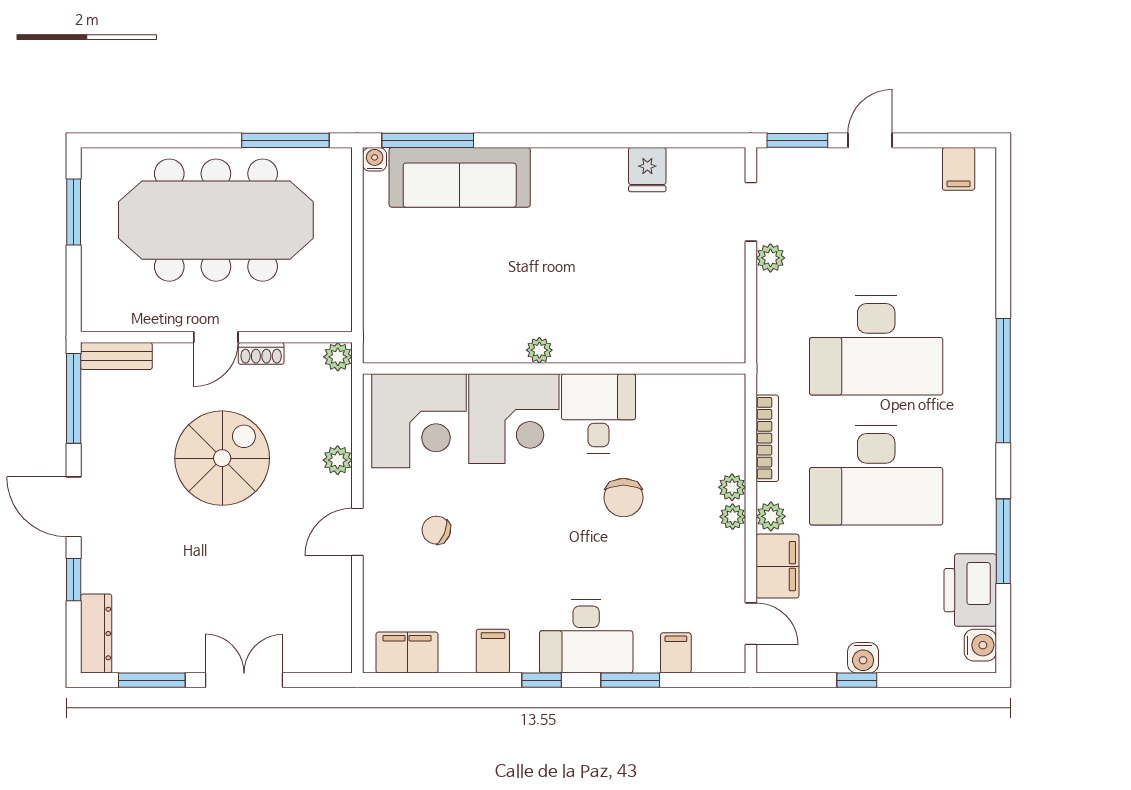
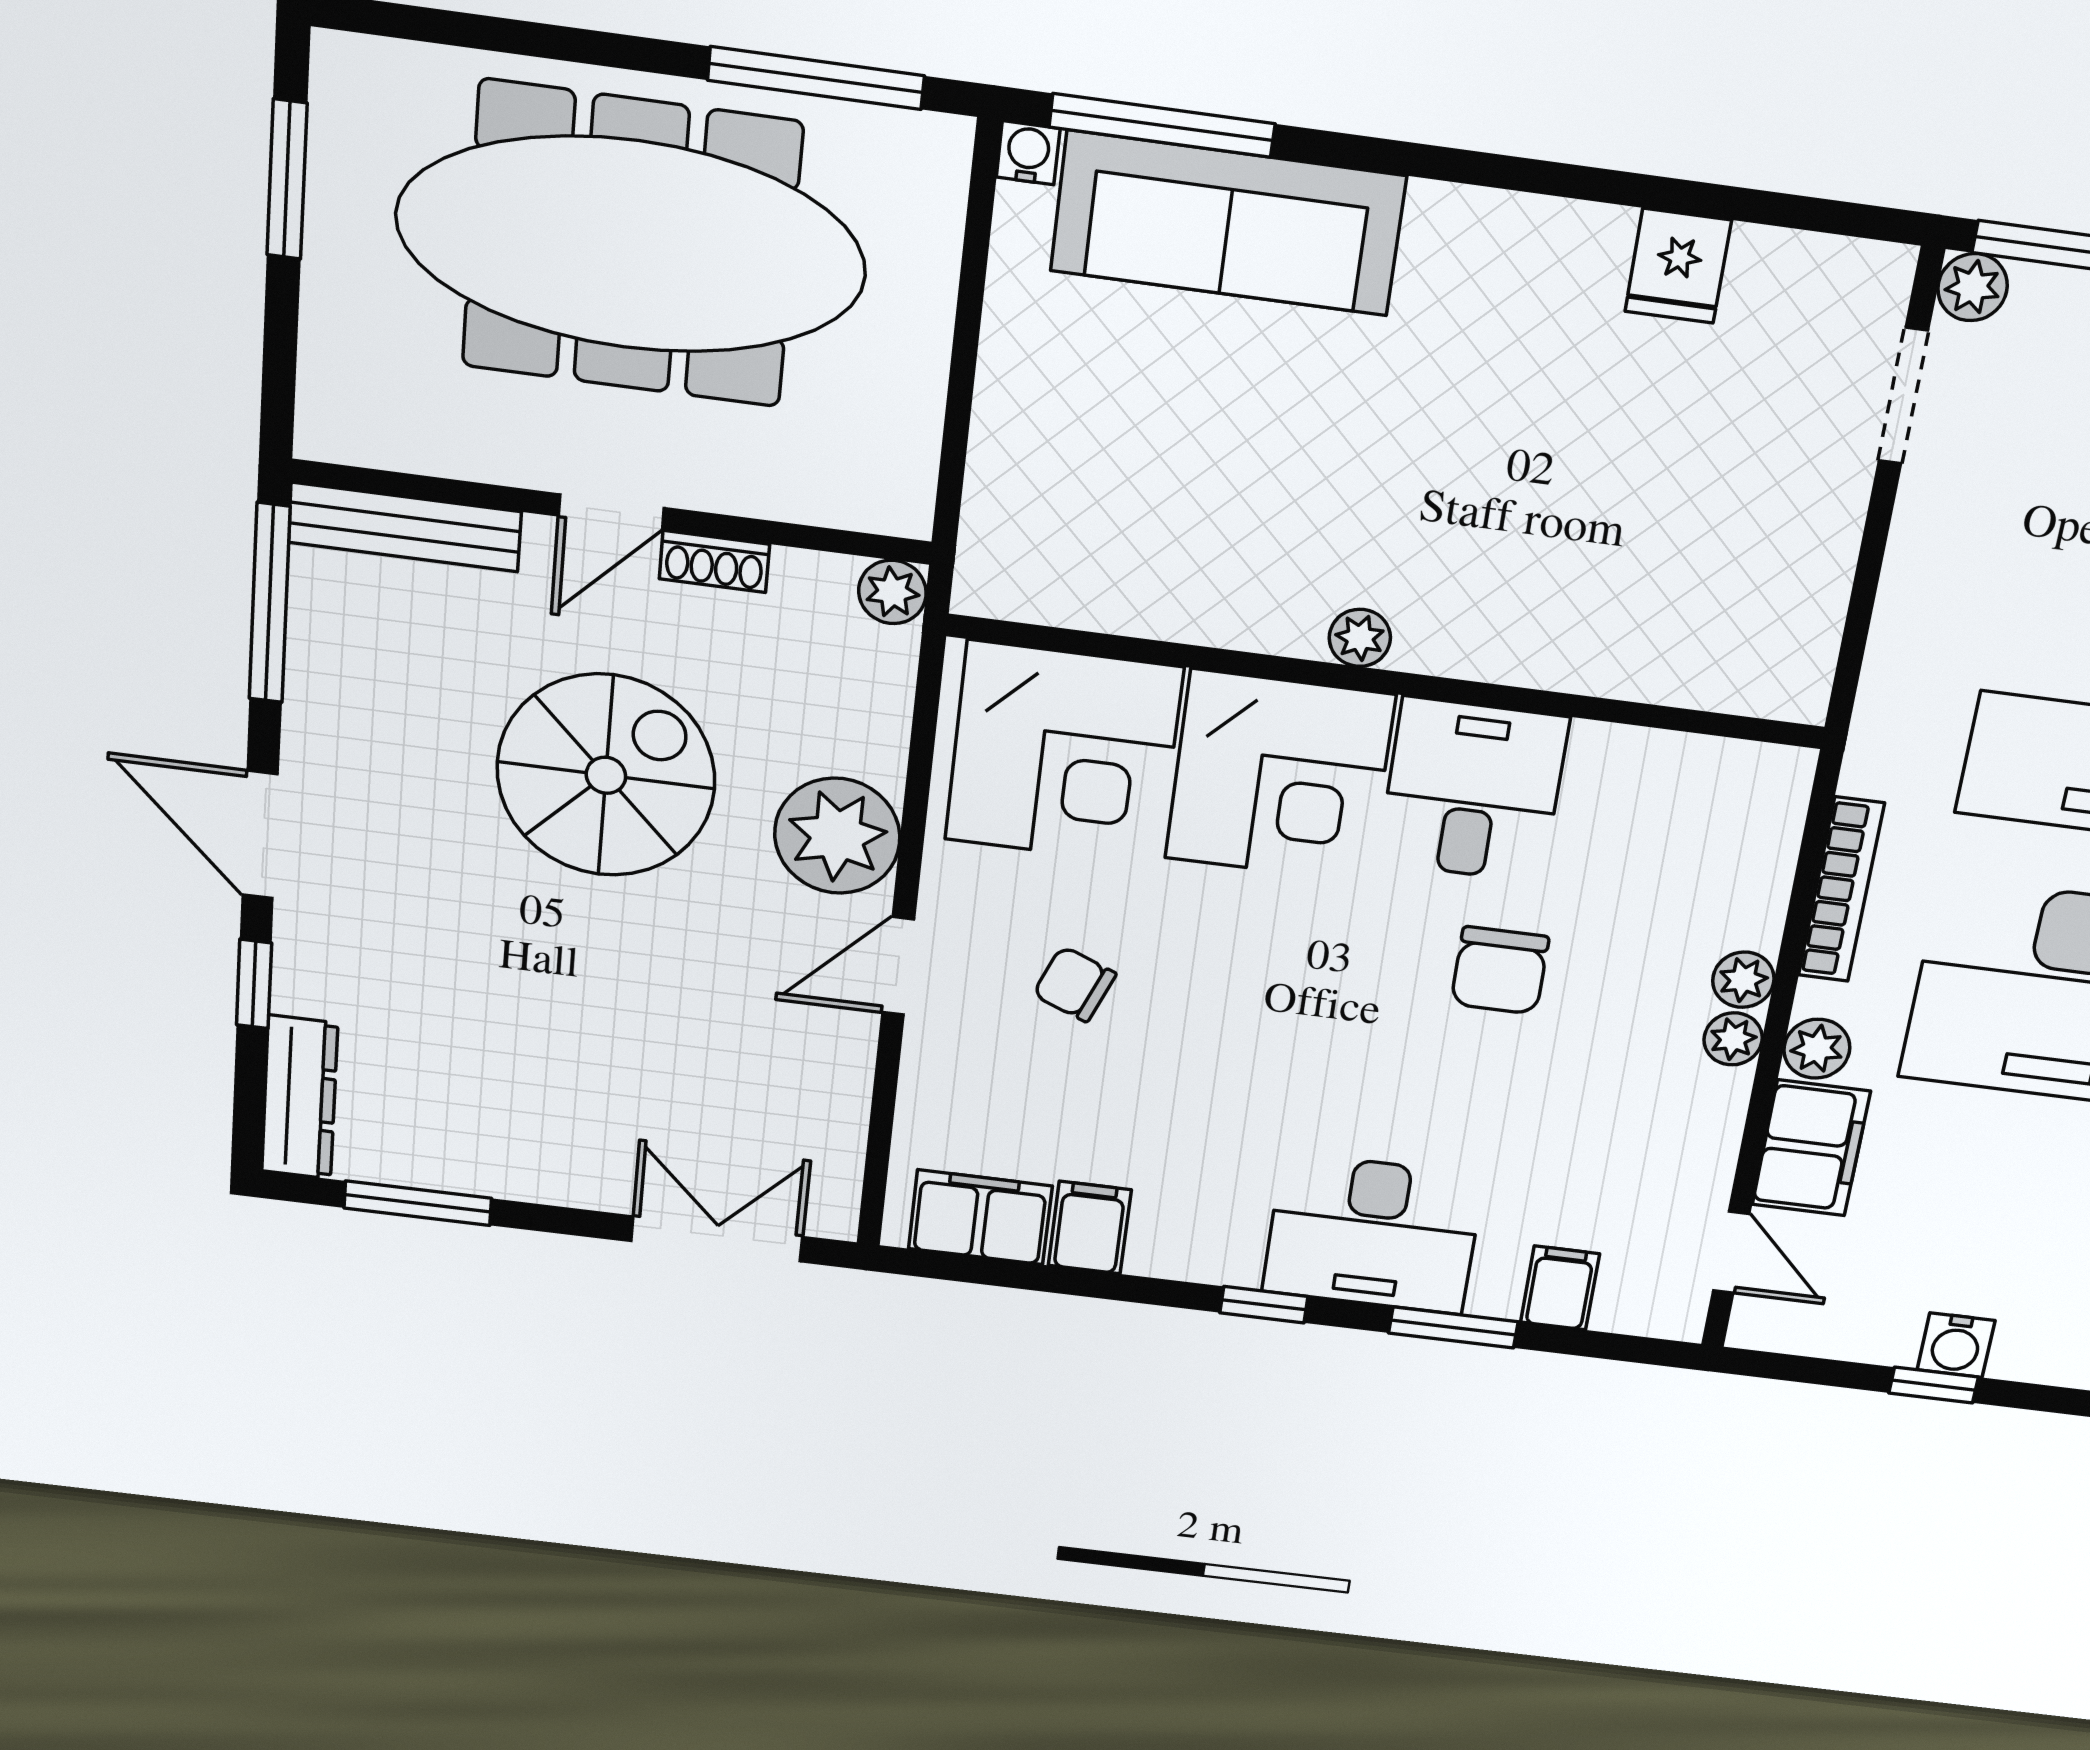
plant: (770, 258) -> (1973, 287), moved
bench: (116, 356) -> (405, 527), width x1.36
plant: (338, 460) -> (837, 836), width x1.88, depth x1.88
filing cabinet: (493, 651) -> (1090, 1228), moved
double door: (244, 680) -> (717, 1239), moved

